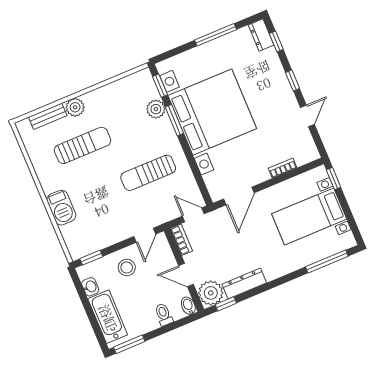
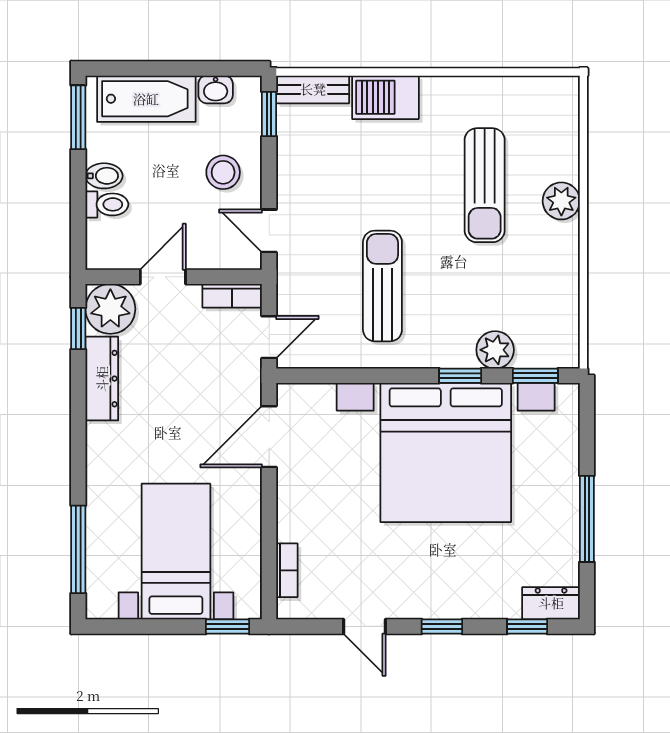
bench: (48, 116) -> (313, 89), moved, turned 90
window: (174, 120) -> (460, 376), width x0.67
bookcase: (283, 168) -> (287, 570), moved
door: (239, 196) -> (269, 437), hinge flipped
bidet: (188, 306) -> (104, 176), moved

